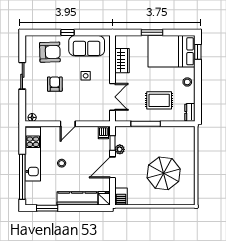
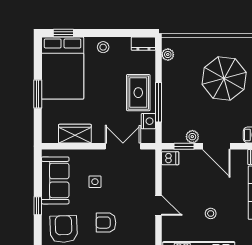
rug: (159, 100) -> (138, 93), moved
nightstand: (131, 116) -> (148, 121), added
plant: (182, 131) -> (168, 55), added

